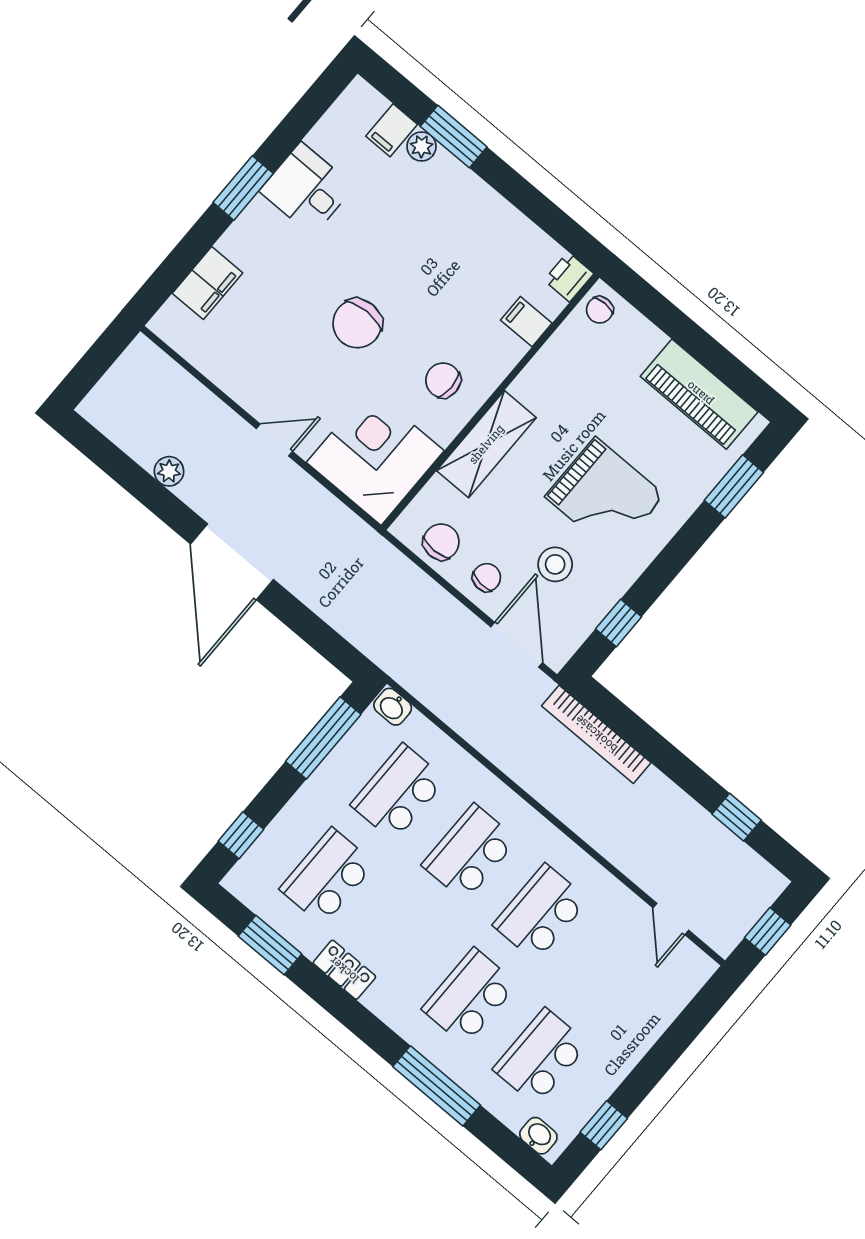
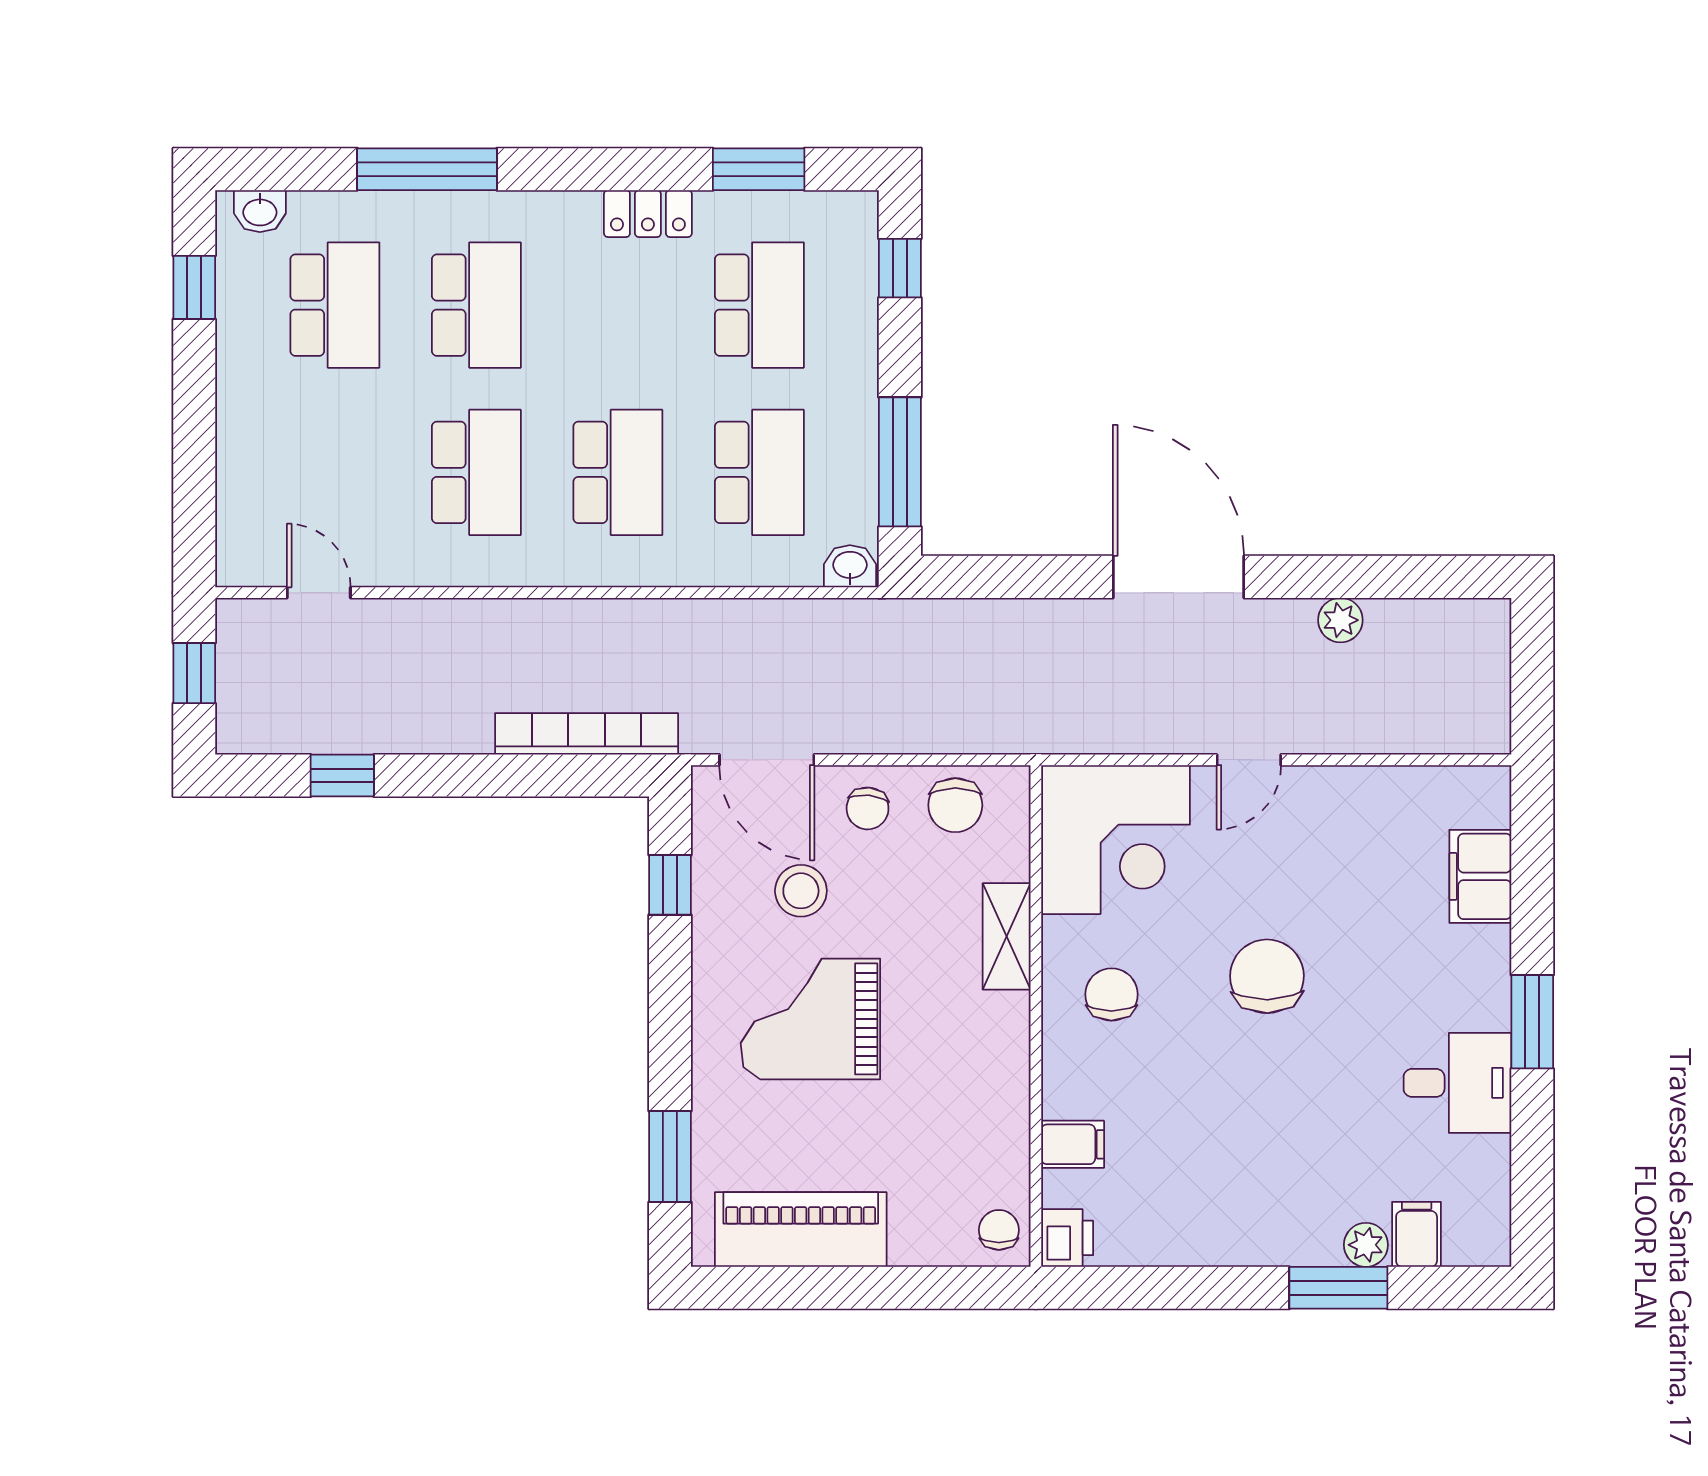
chair: (443, 380) -> (1111, 994), turned -90
shelving: (486, 444) -> (1007, 936), width x0.67, depth x0.75

